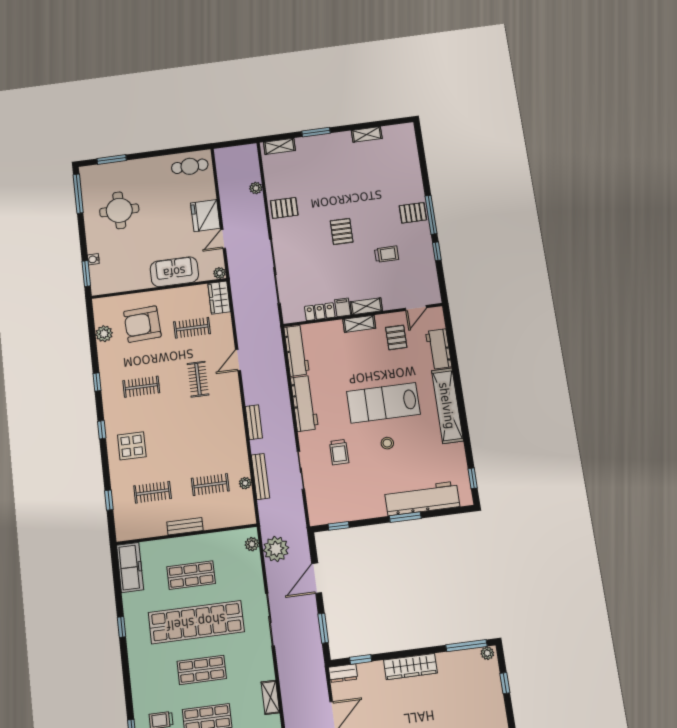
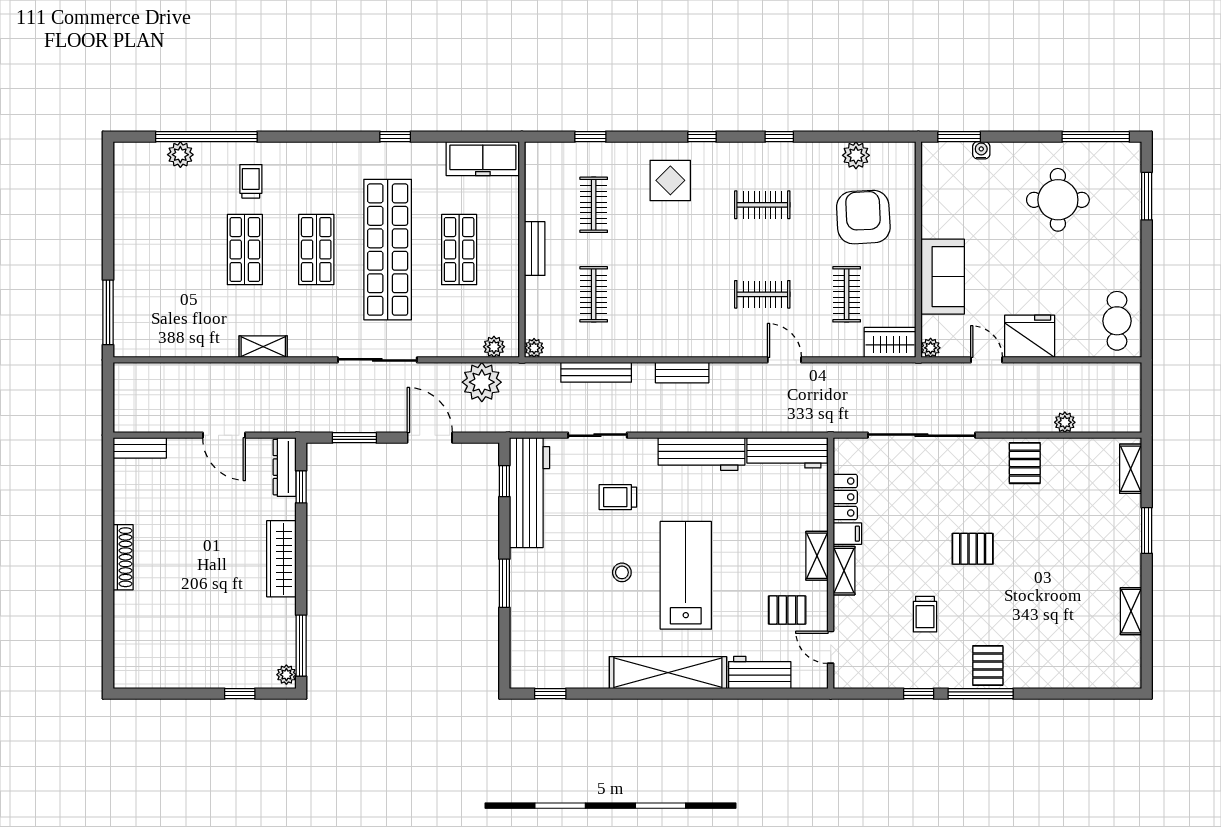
clothes rail: (141, 387) -> (762, 205), turned 90
plant: (245, 483) -> (534, 348), moved
workbench: (422, 499) -> (529, 493), moved
dresser: (343, 673) -> (285, 467), width x1.44

